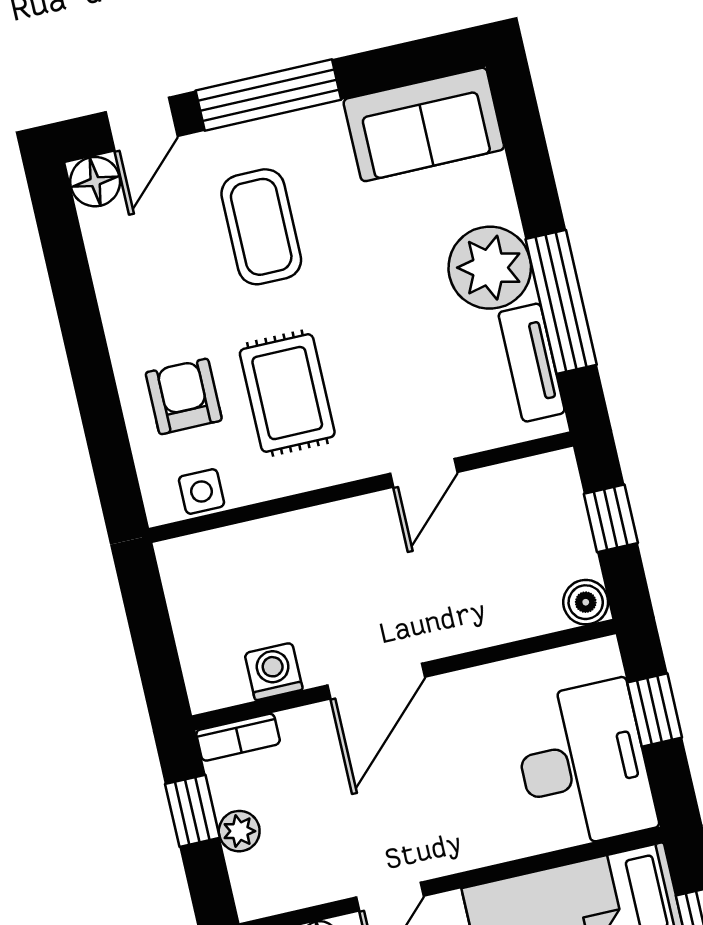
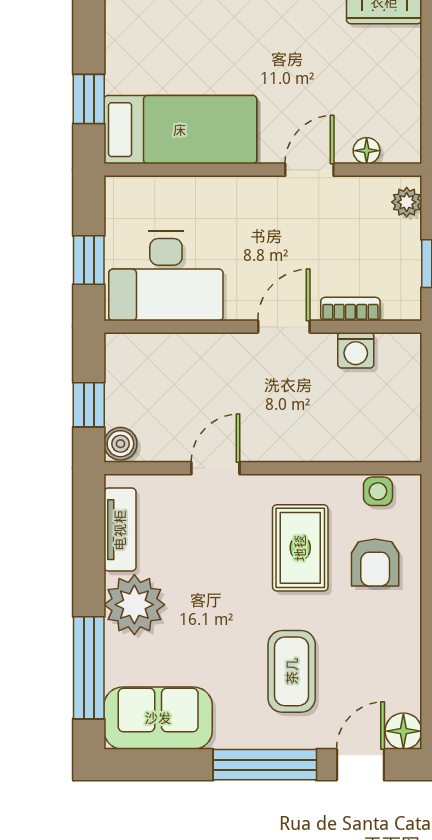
window: (561, 302) -> (89, 668), moved
boiler: (586, 602) -> (120, 444), moved
door: (376, 681) -> (284, 327), width x0.73
bookcase: (238, 737) -> (350, 309), moved
desk: (583, 765) -> (166, 276), moved, turned -90
plant: (239, 831) -> (407, 202), moved

